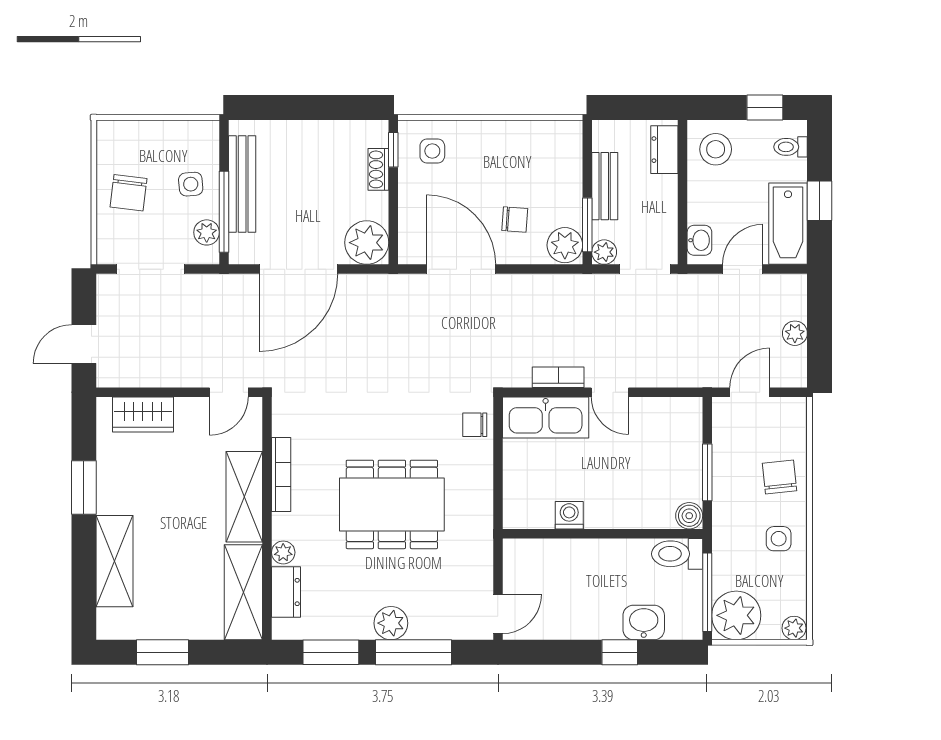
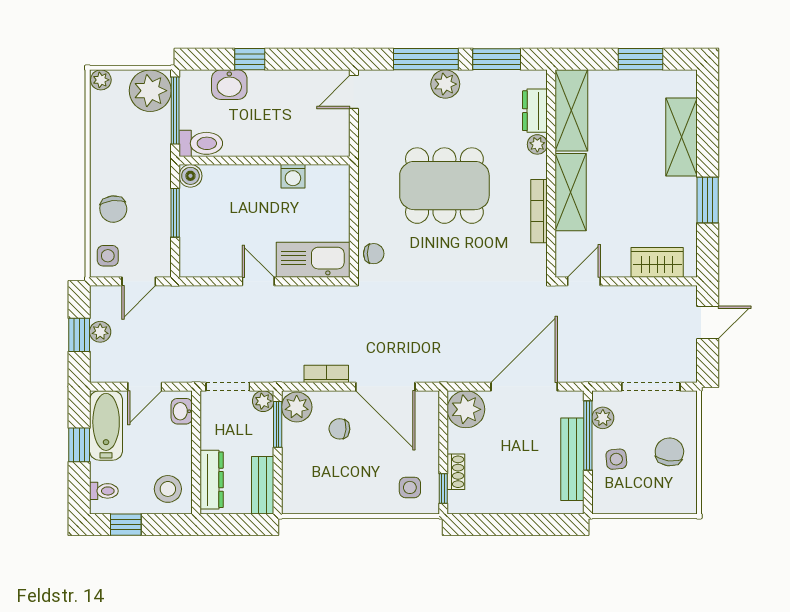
dresser: (664, 150) -> (212, 480), width x1.44
bench: (605, 186) -> (263, 485), moved
window: (820, 330) -> (79, 335), added
bookcase: (558, 377) -> (326, 374), moved, turned 180
side table: (779, 539) -> (108, 256), moved

